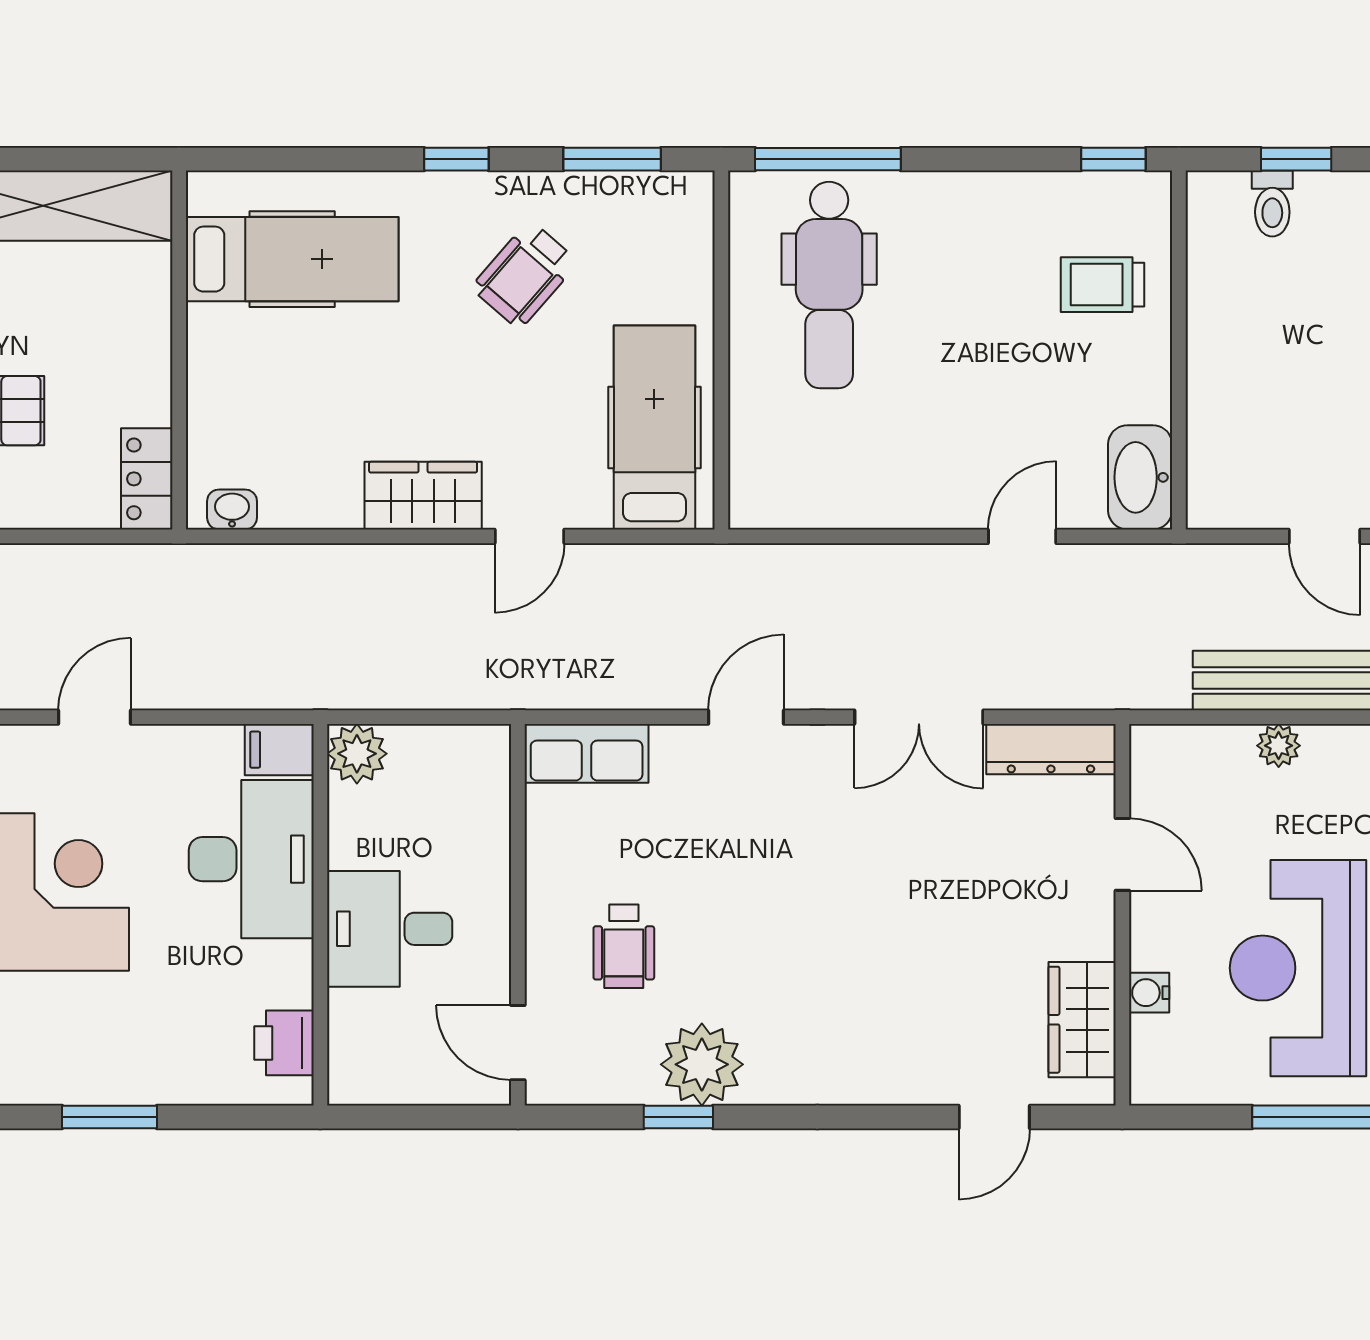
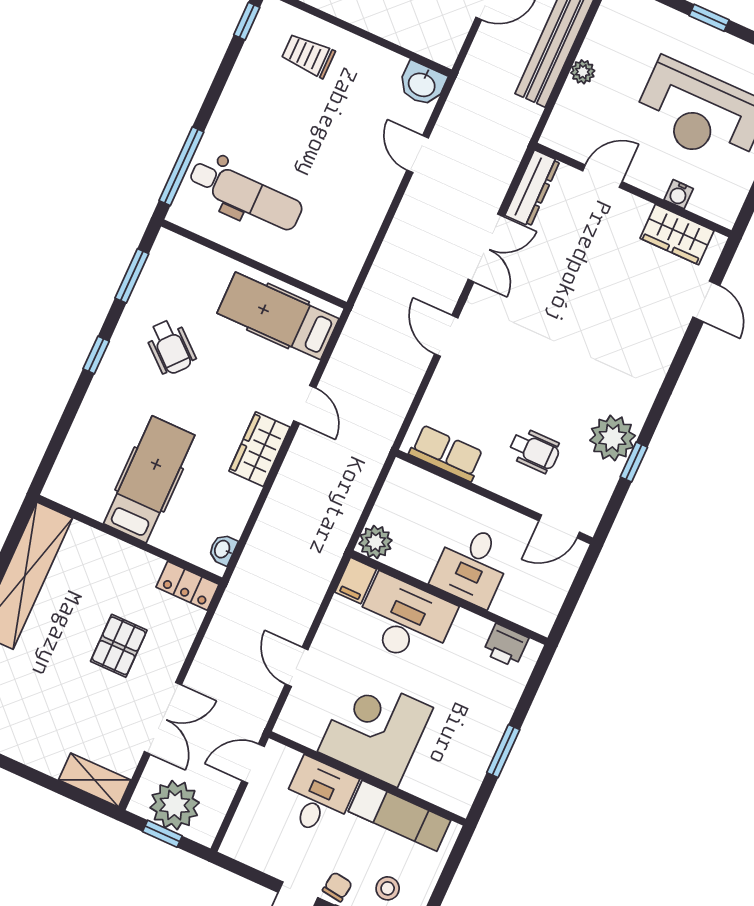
hospital bed: (292, 259) -> (149, 479), moved
trolley: (1102, 285) -> (308, 55), turned 90
washbasin: (1140, 477) -> (422, 84), width x0.72
row of seats: (587, 753) -> (446, 453), moved, turned -90

